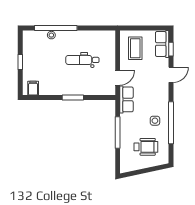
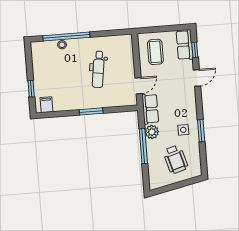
dental chair: (82, 60) -> (98, 69), turned -82
window: (20, 62) -> (31, 89), moved
plant: (126, 120) -> (152, 132), added
window: (171, 123) -> (201, 131), width x0.47
wheelchair: (146, 147) -> (176, 159), turned 74

